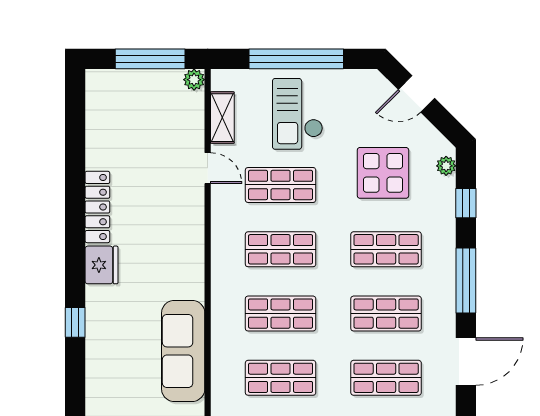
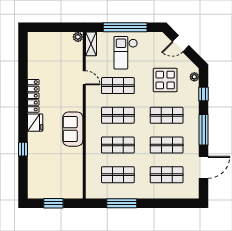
window: (150, 59) -> (58, 27), removed
shelving: (222, 118) -> (91, 44), moved
sofa: (183, 351) -> (73, 129), moved, width x0.73

